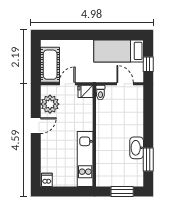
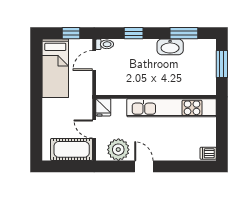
toilet: (100, 93) -> (105, 44), moved
window: (148, 117) -> (134, 33), added
kitchen unit: (85, 159) -> (172, 108), width x1.36

